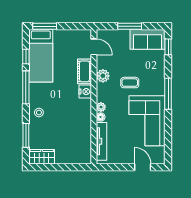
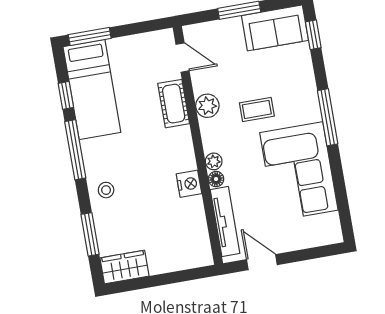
nightstand: (85, 92) -> (189, 184), moved
door: (143, 167) -> (262, 262), moved

